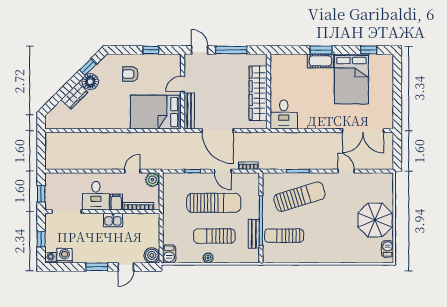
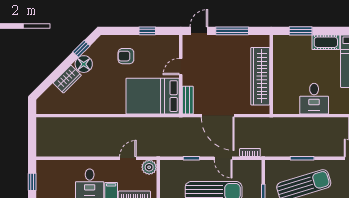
door: (200, 50) -> (199, 31), hinge flipped
window: (321, 50) -> (301, 31), moved
bench: (189, 111) -> (188, 100), width x0.73
desk: (284, 114) -> (314, 99), moved

